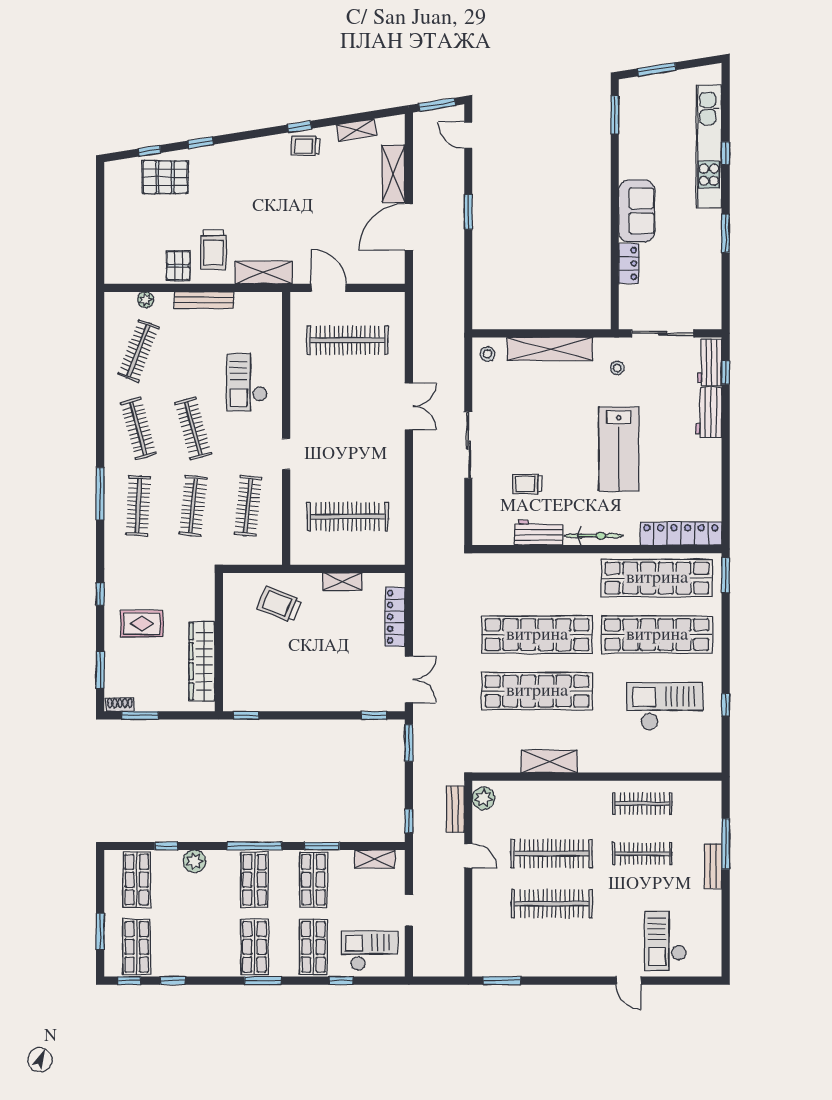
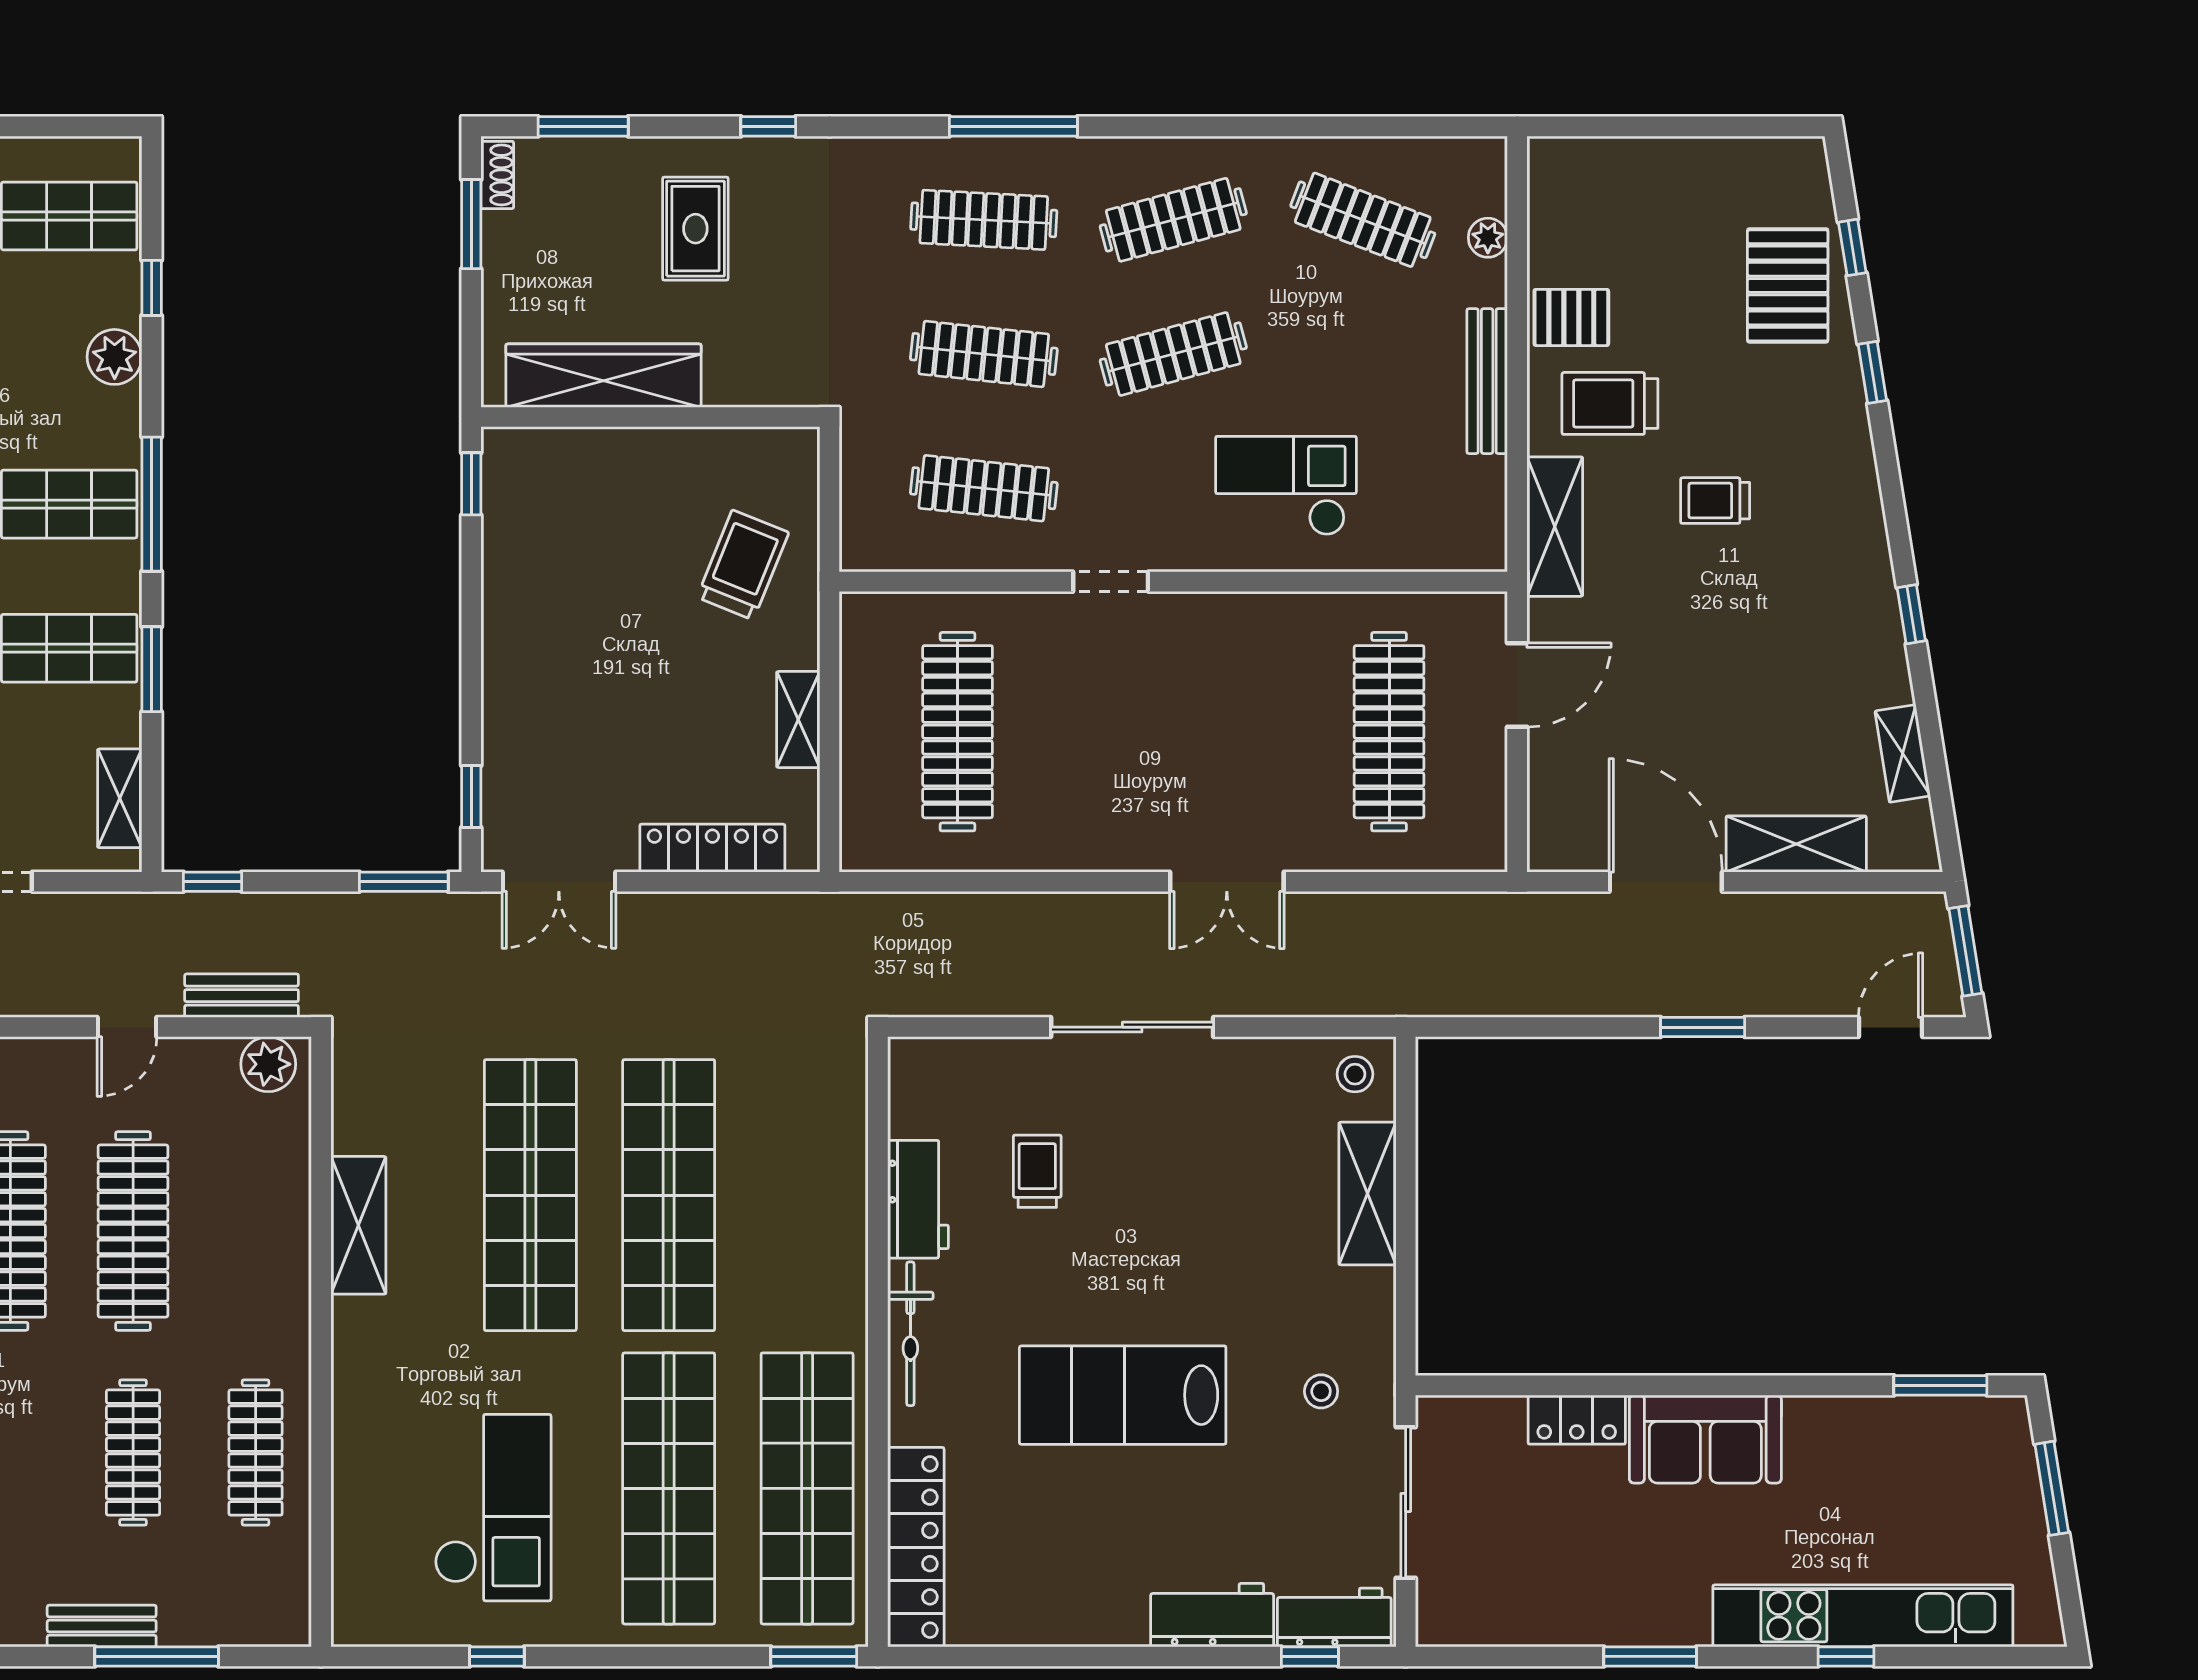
trolley: (305, 146) -> (1715, 501), moved, turned -92
shelving: (550, 349) -> (1367, 1194), width x0.68

